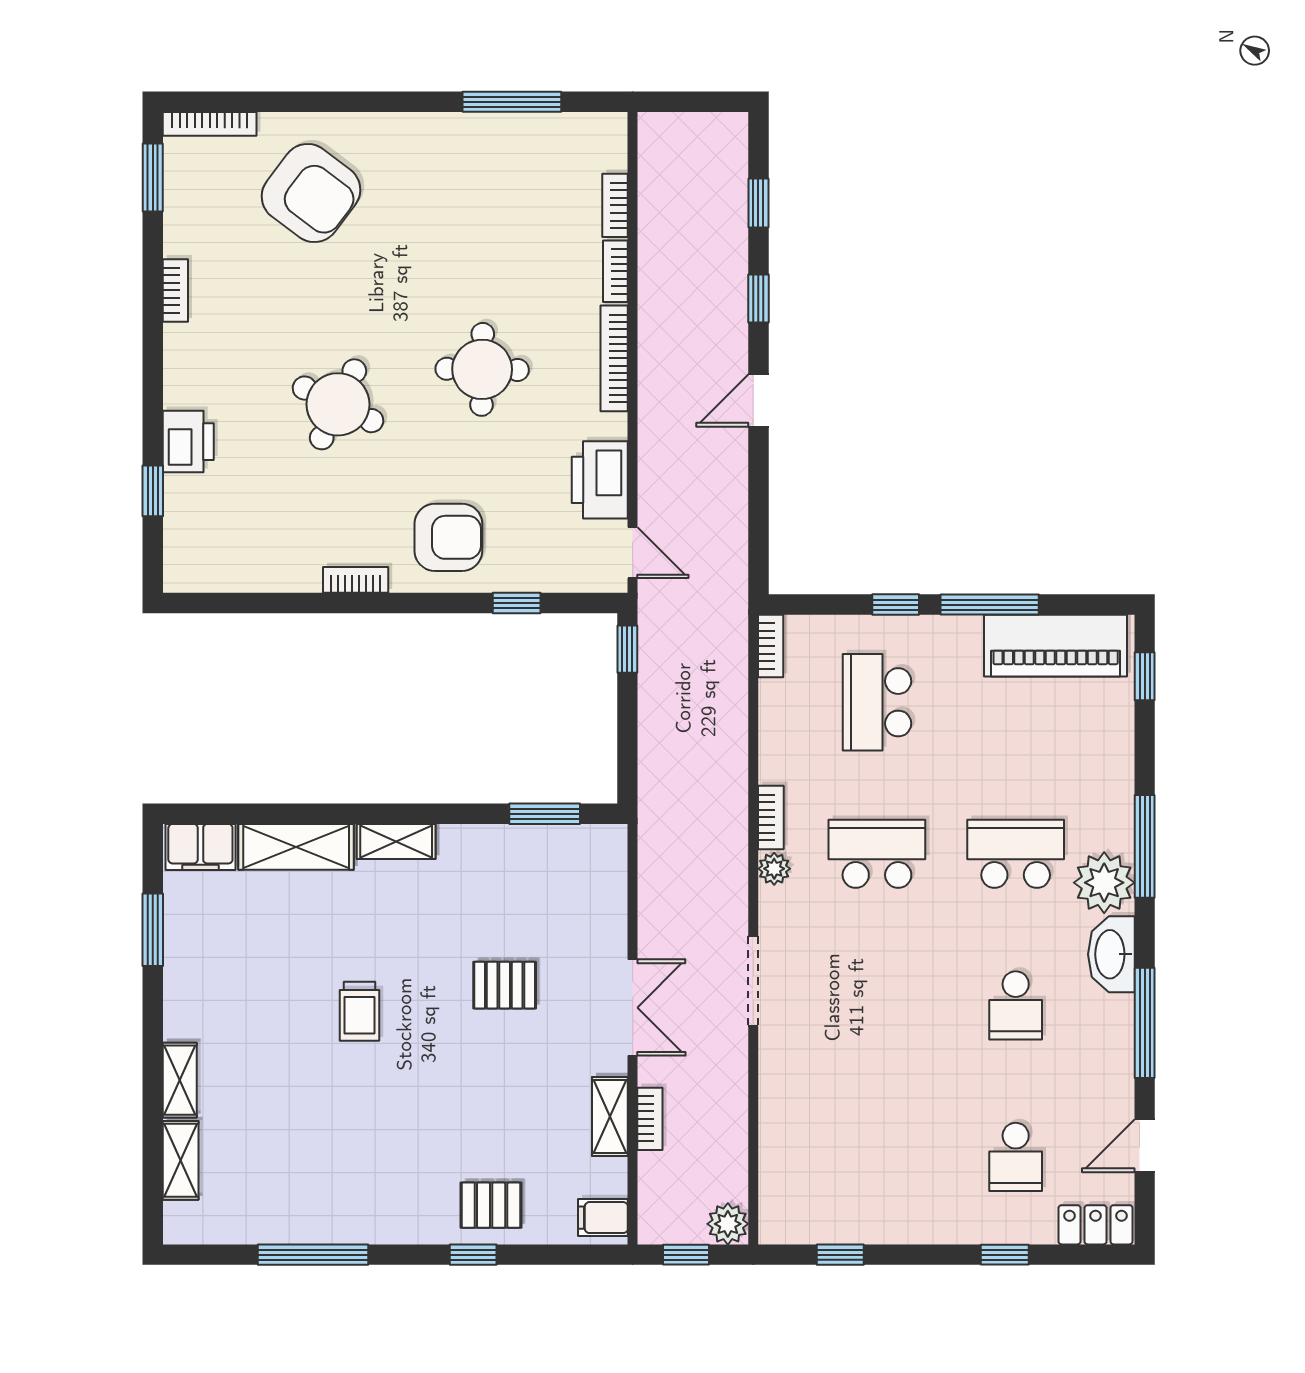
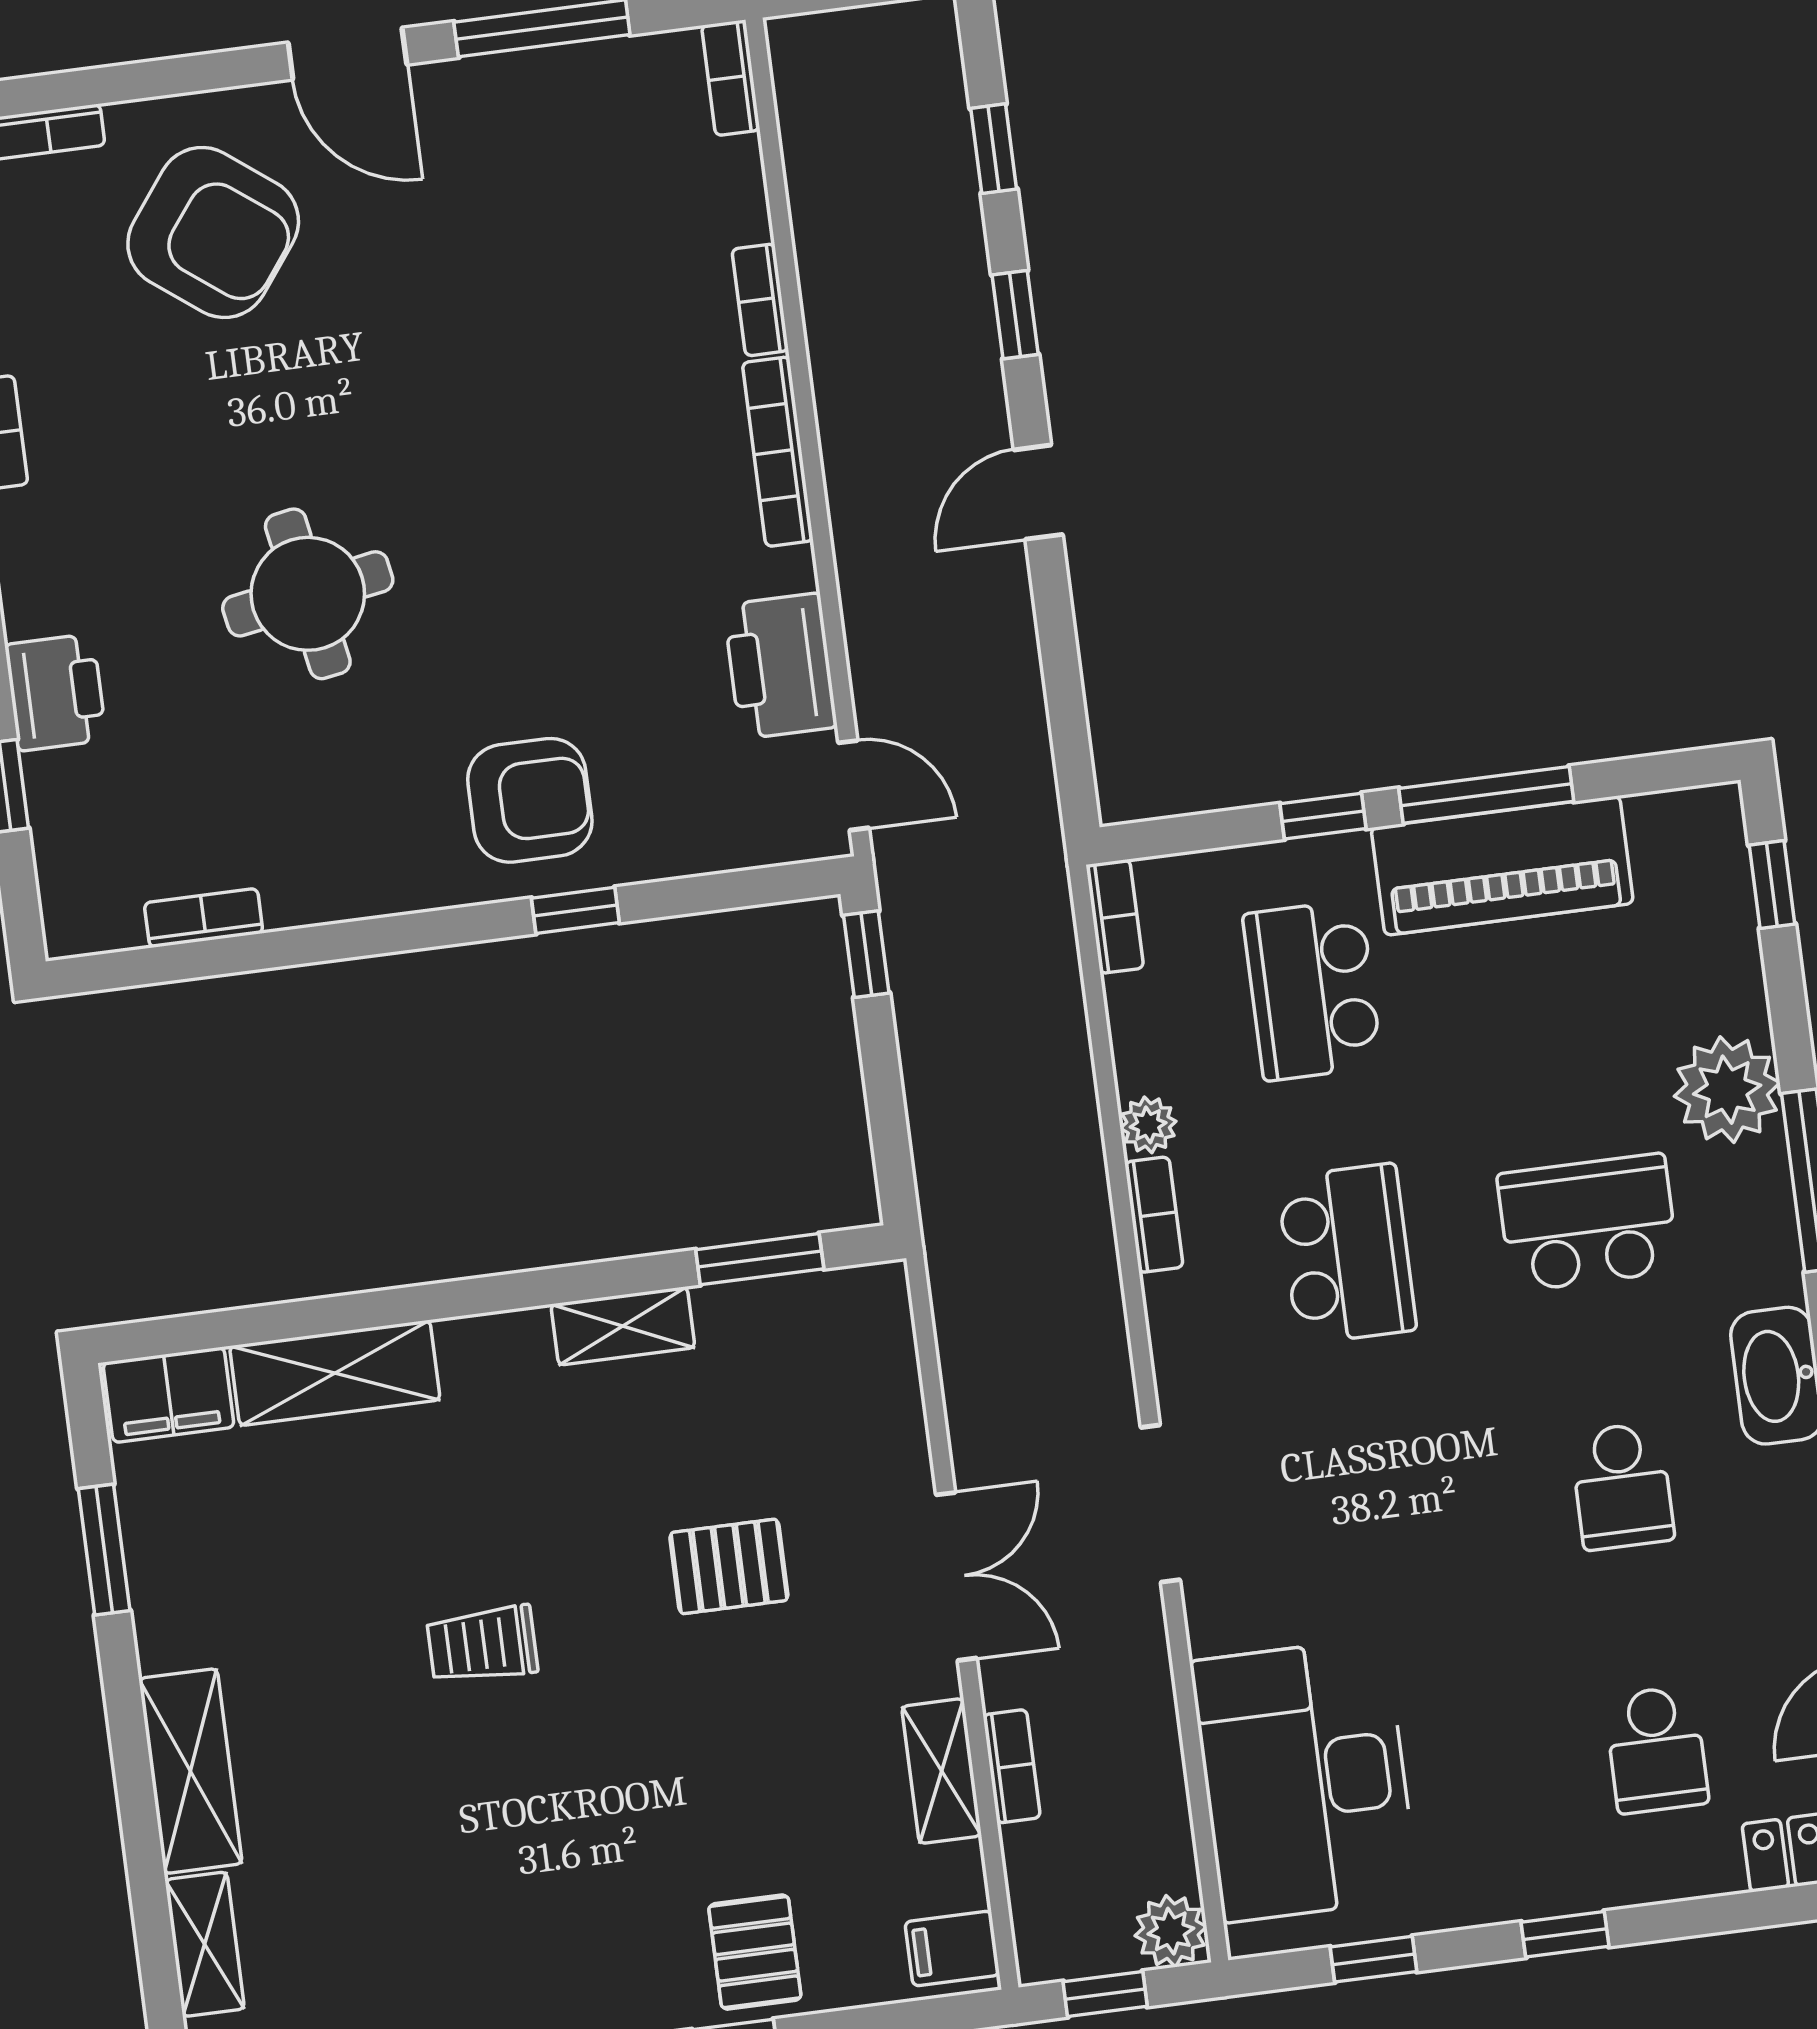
door: (400, 102) -> (347, 54), added
bookcase: (615, 205) -> (731, 78), moved
round table: (482, 369) -> (551, 501), removed
round table: (338, 404) -> (308, 594), turned -36
bookcase: (356, 580) -> (204, 918), moved
window: (517, 603) -> (575, 910), moved
piano: (1056, 646) -> (1502, 866), moved
shelving: (396, 841) -> (623, 1326), moved
school desk: (877, 854) -> (1347, 1254), turned 90
plant: (774, 869) -> (1148, 1125), moved
plant: (1104, 883) -> (1727, 1090), moved
trolley: (359, 1011) -> (482, 1644), turned 90
shelving: (180, 1080) -> (191, 1771), width x1.50, depth x1.33
desk: (815, 1148) -> (1305, 1780), added
pallet: (491, 1205) -> (755, 1952), turned 90
window: (1005, 1255) -> (1565, 1934), moved

